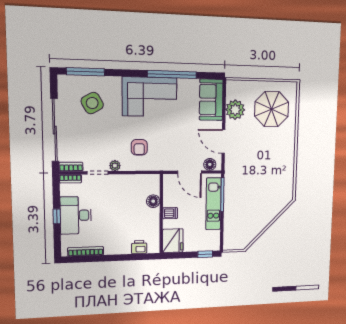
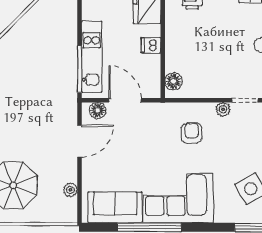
sofa: (211, 100) -> (115, 207), moved, turned -90
plant: (235, 110) -> (70, 190), width x0.53, depth x0.53
door: (223, 142) -> (80, 141), hinge flipped
floor lamp: (153, 201) -> (174, 81), moved

